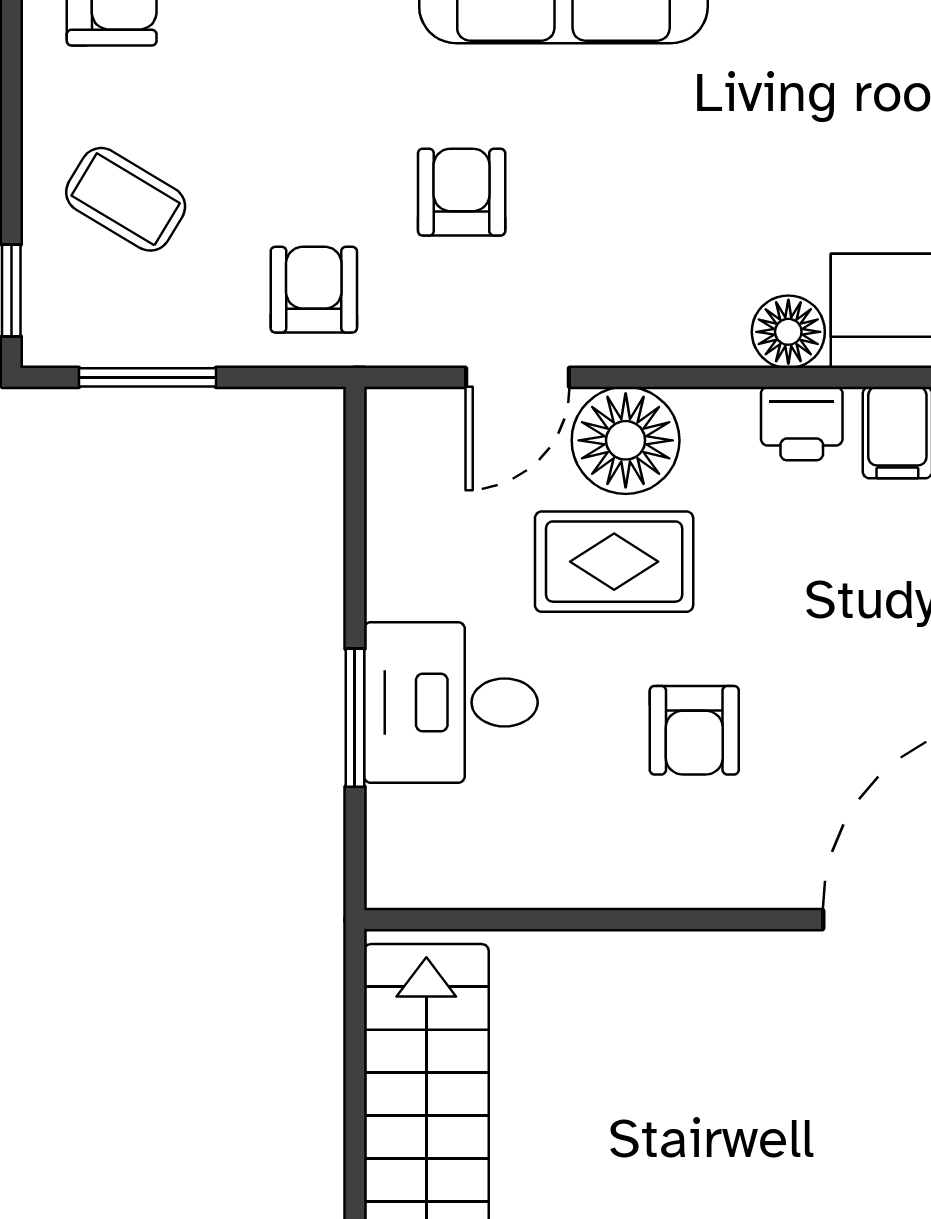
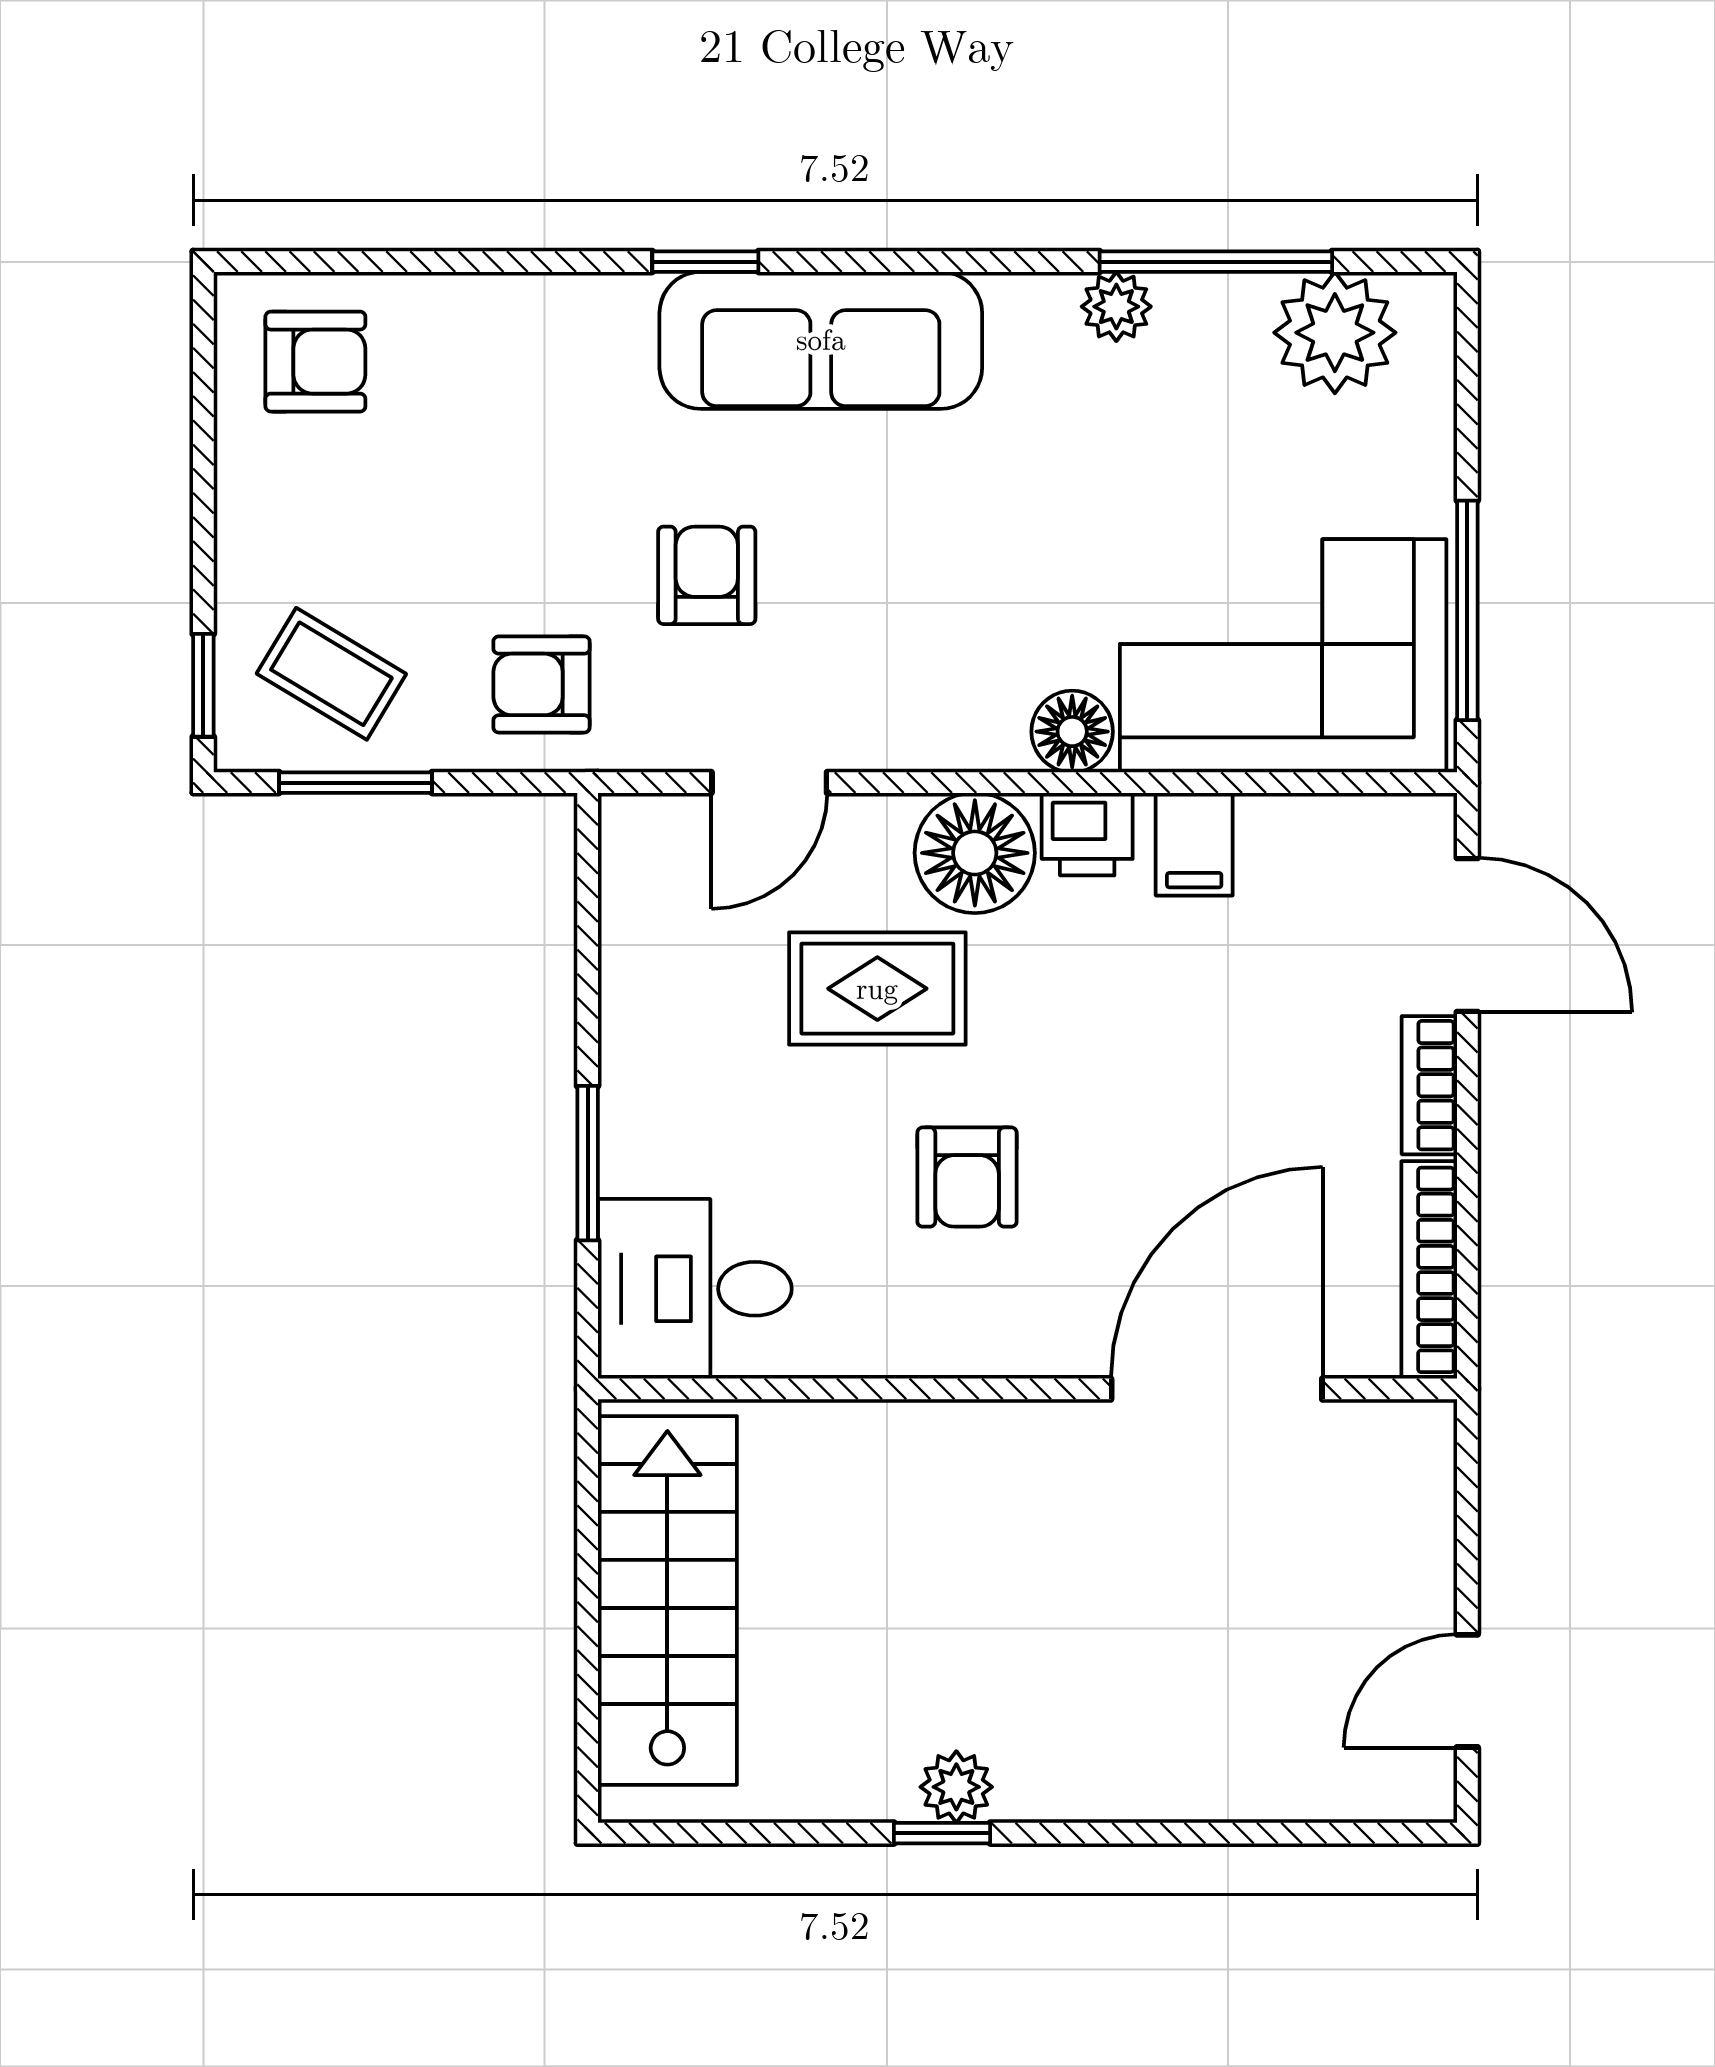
coffee table: (126, 199) -> (331, 674), moved
armchair: (314, 290) -> (542, 684), turned -90
floor lamp: (626, 440) -> (975, 853), moved
desk: (451, 702) -> (695, 1289), moved

